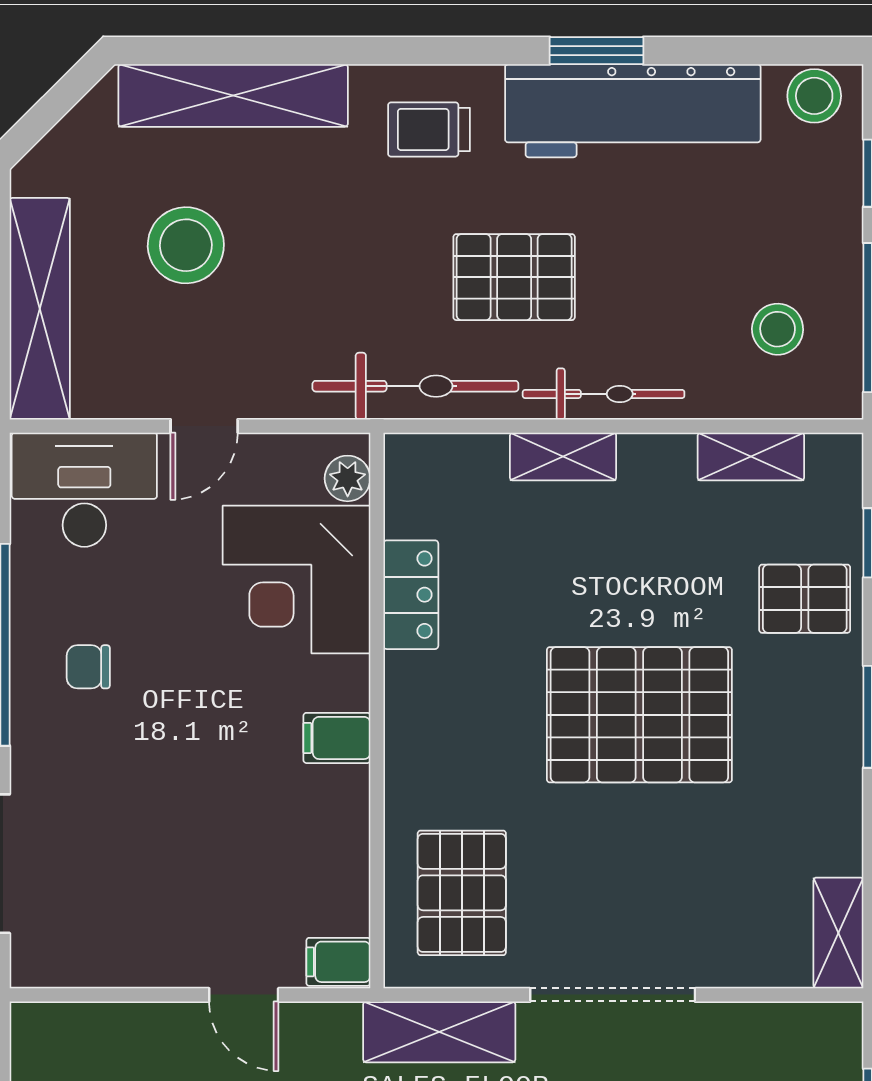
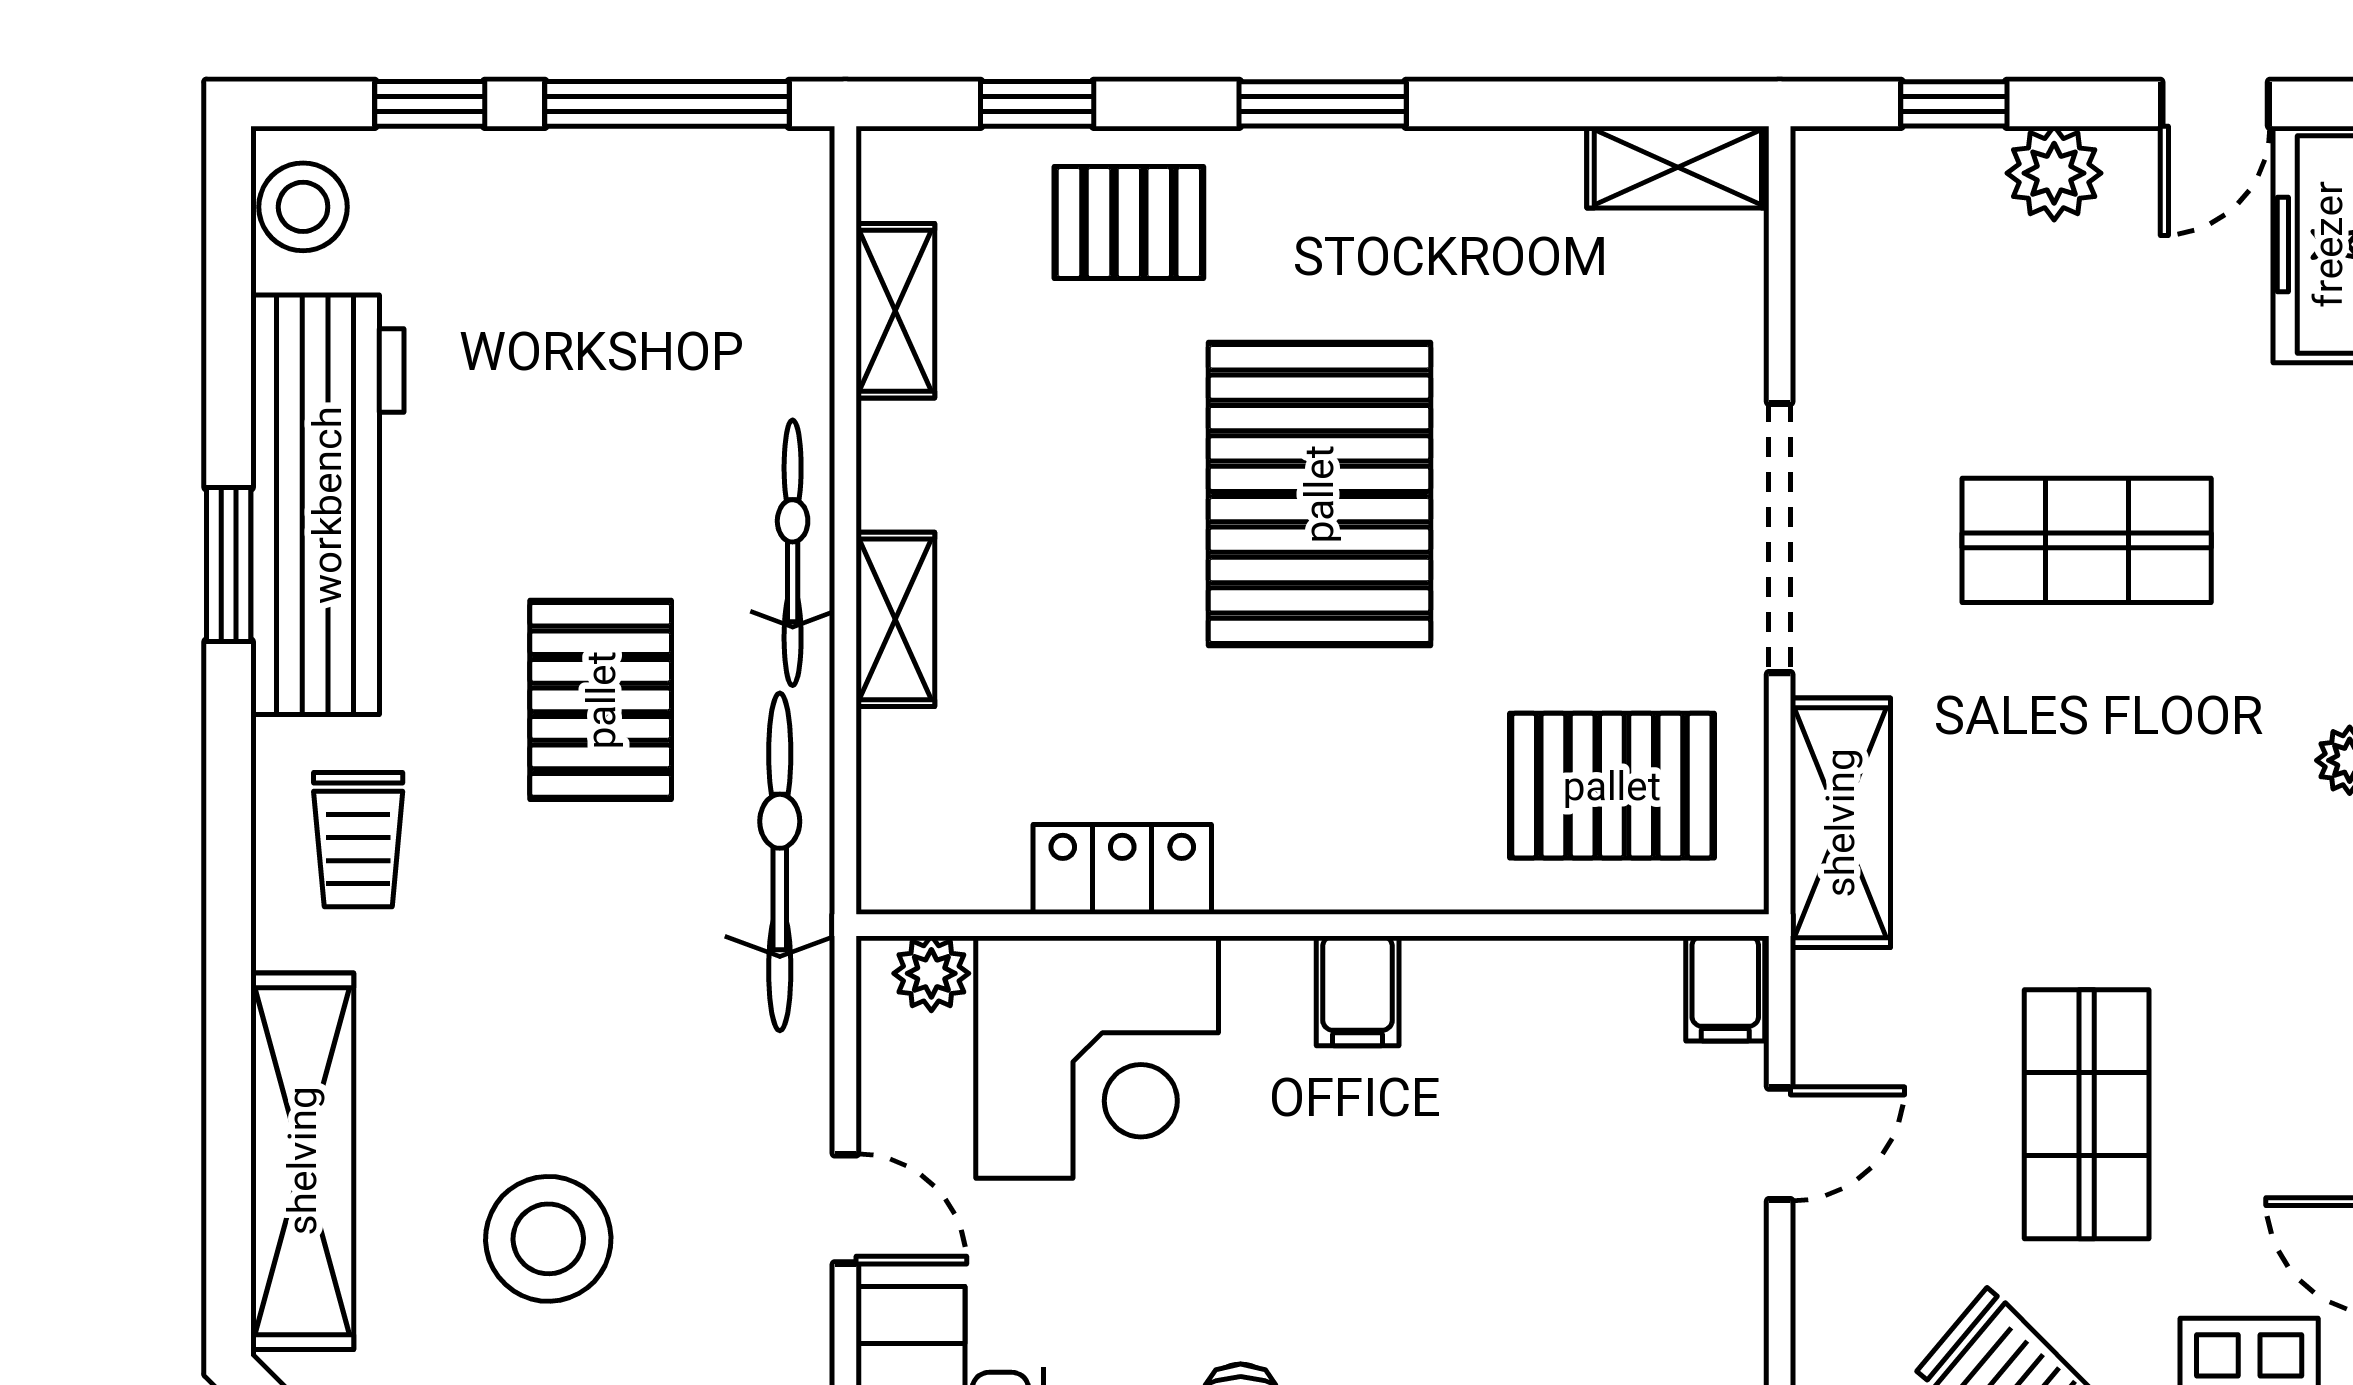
stool: (778, 329) -> (686, 267), removed
pallet: (805, 599) -> (1129, 223), turned 90

